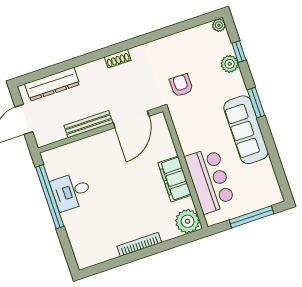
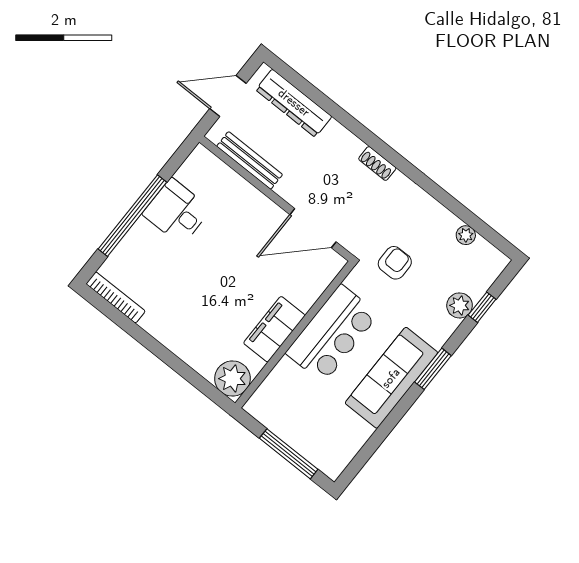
plant: (219, 25) -> (466, 235), moved
bench: (88, 124) -> (250, 160), moved
bar counter: (210, 180) -> (332, 334), moved
window: (50, 197) -> (132, 216), moved
bookcase: (139, 244) -> (116, 297), moved

